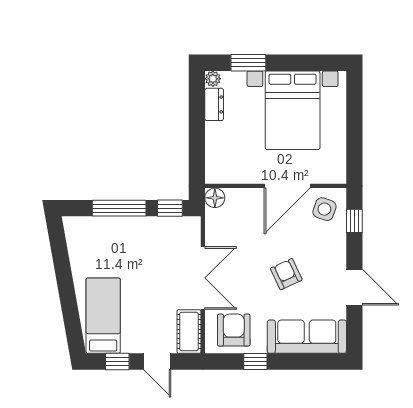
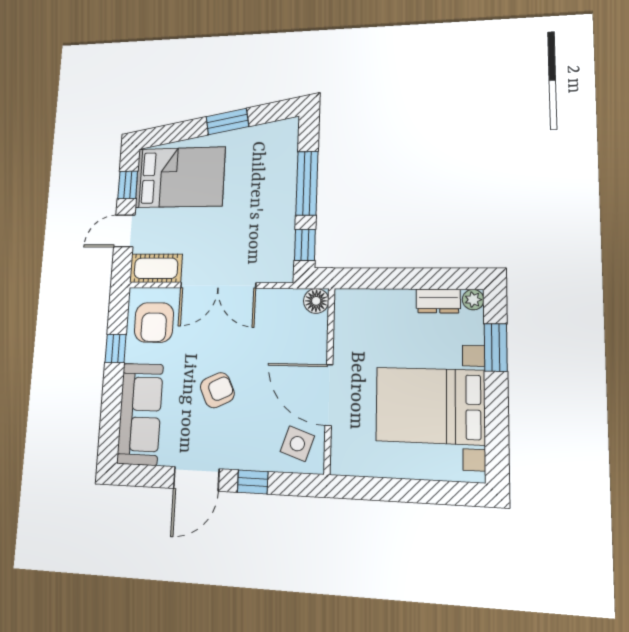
window: (354, 221) -> (253, 482), moved
window: (64, 277) -> (227, 122), added
bed: (103, 316) -> (180, 177), width x1.50
armchair: (234, 330) -> (154, 322), turned 90

